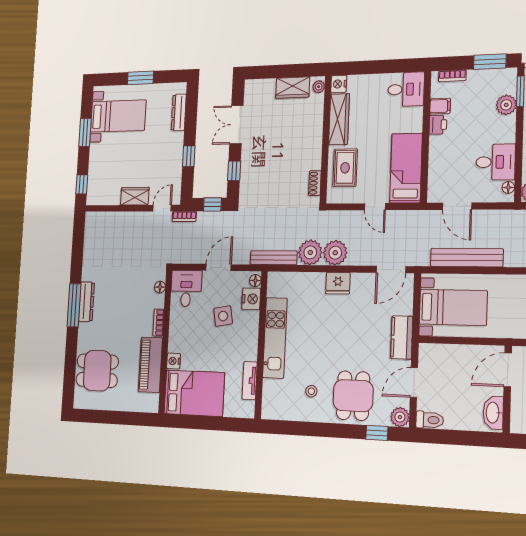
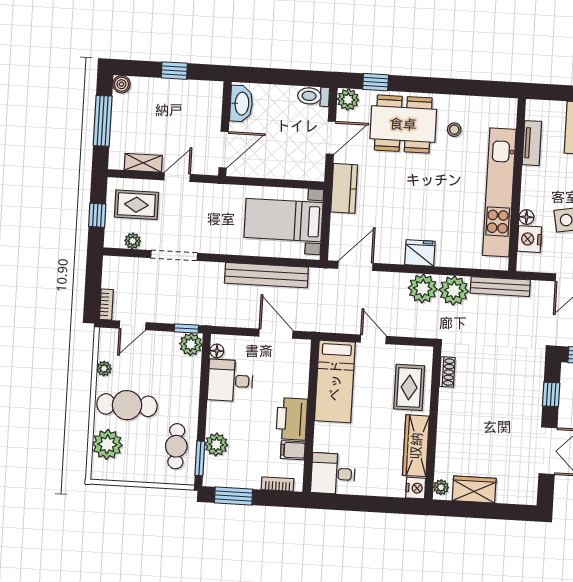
printer: (438, 125) -> (292, 419), width x1.87, depth x1.48
floor lamp: (255, 281) -> (527, 217), moved
kitchen unit: (275, 338) -> (499, 192), width x1.36
dining table: (353, 396) -> (403, 124), width x1.38

